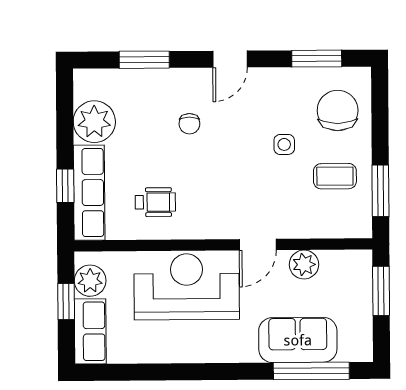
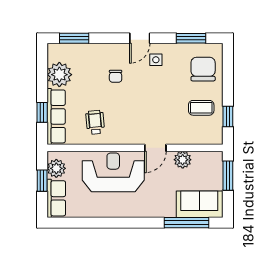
window: (144, 60) -> (74, 38), moved
side table: (284, 144) -> (156, 60), moved
window: (380, 191) -> (228, 117), width x0.67
wheelchair: (155, 202) -> (95, 122), turned -95
sofa: (298, 340) -> (199, 204), moved

